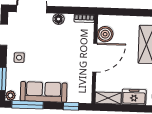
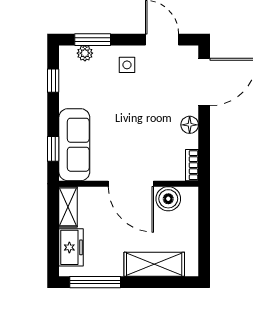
sofa: (44, 92) -> (74, 145), moved
plant: (10, 96) -> (85, 53), moved
window: (28, 105) -> (53, 81), width x0.46

